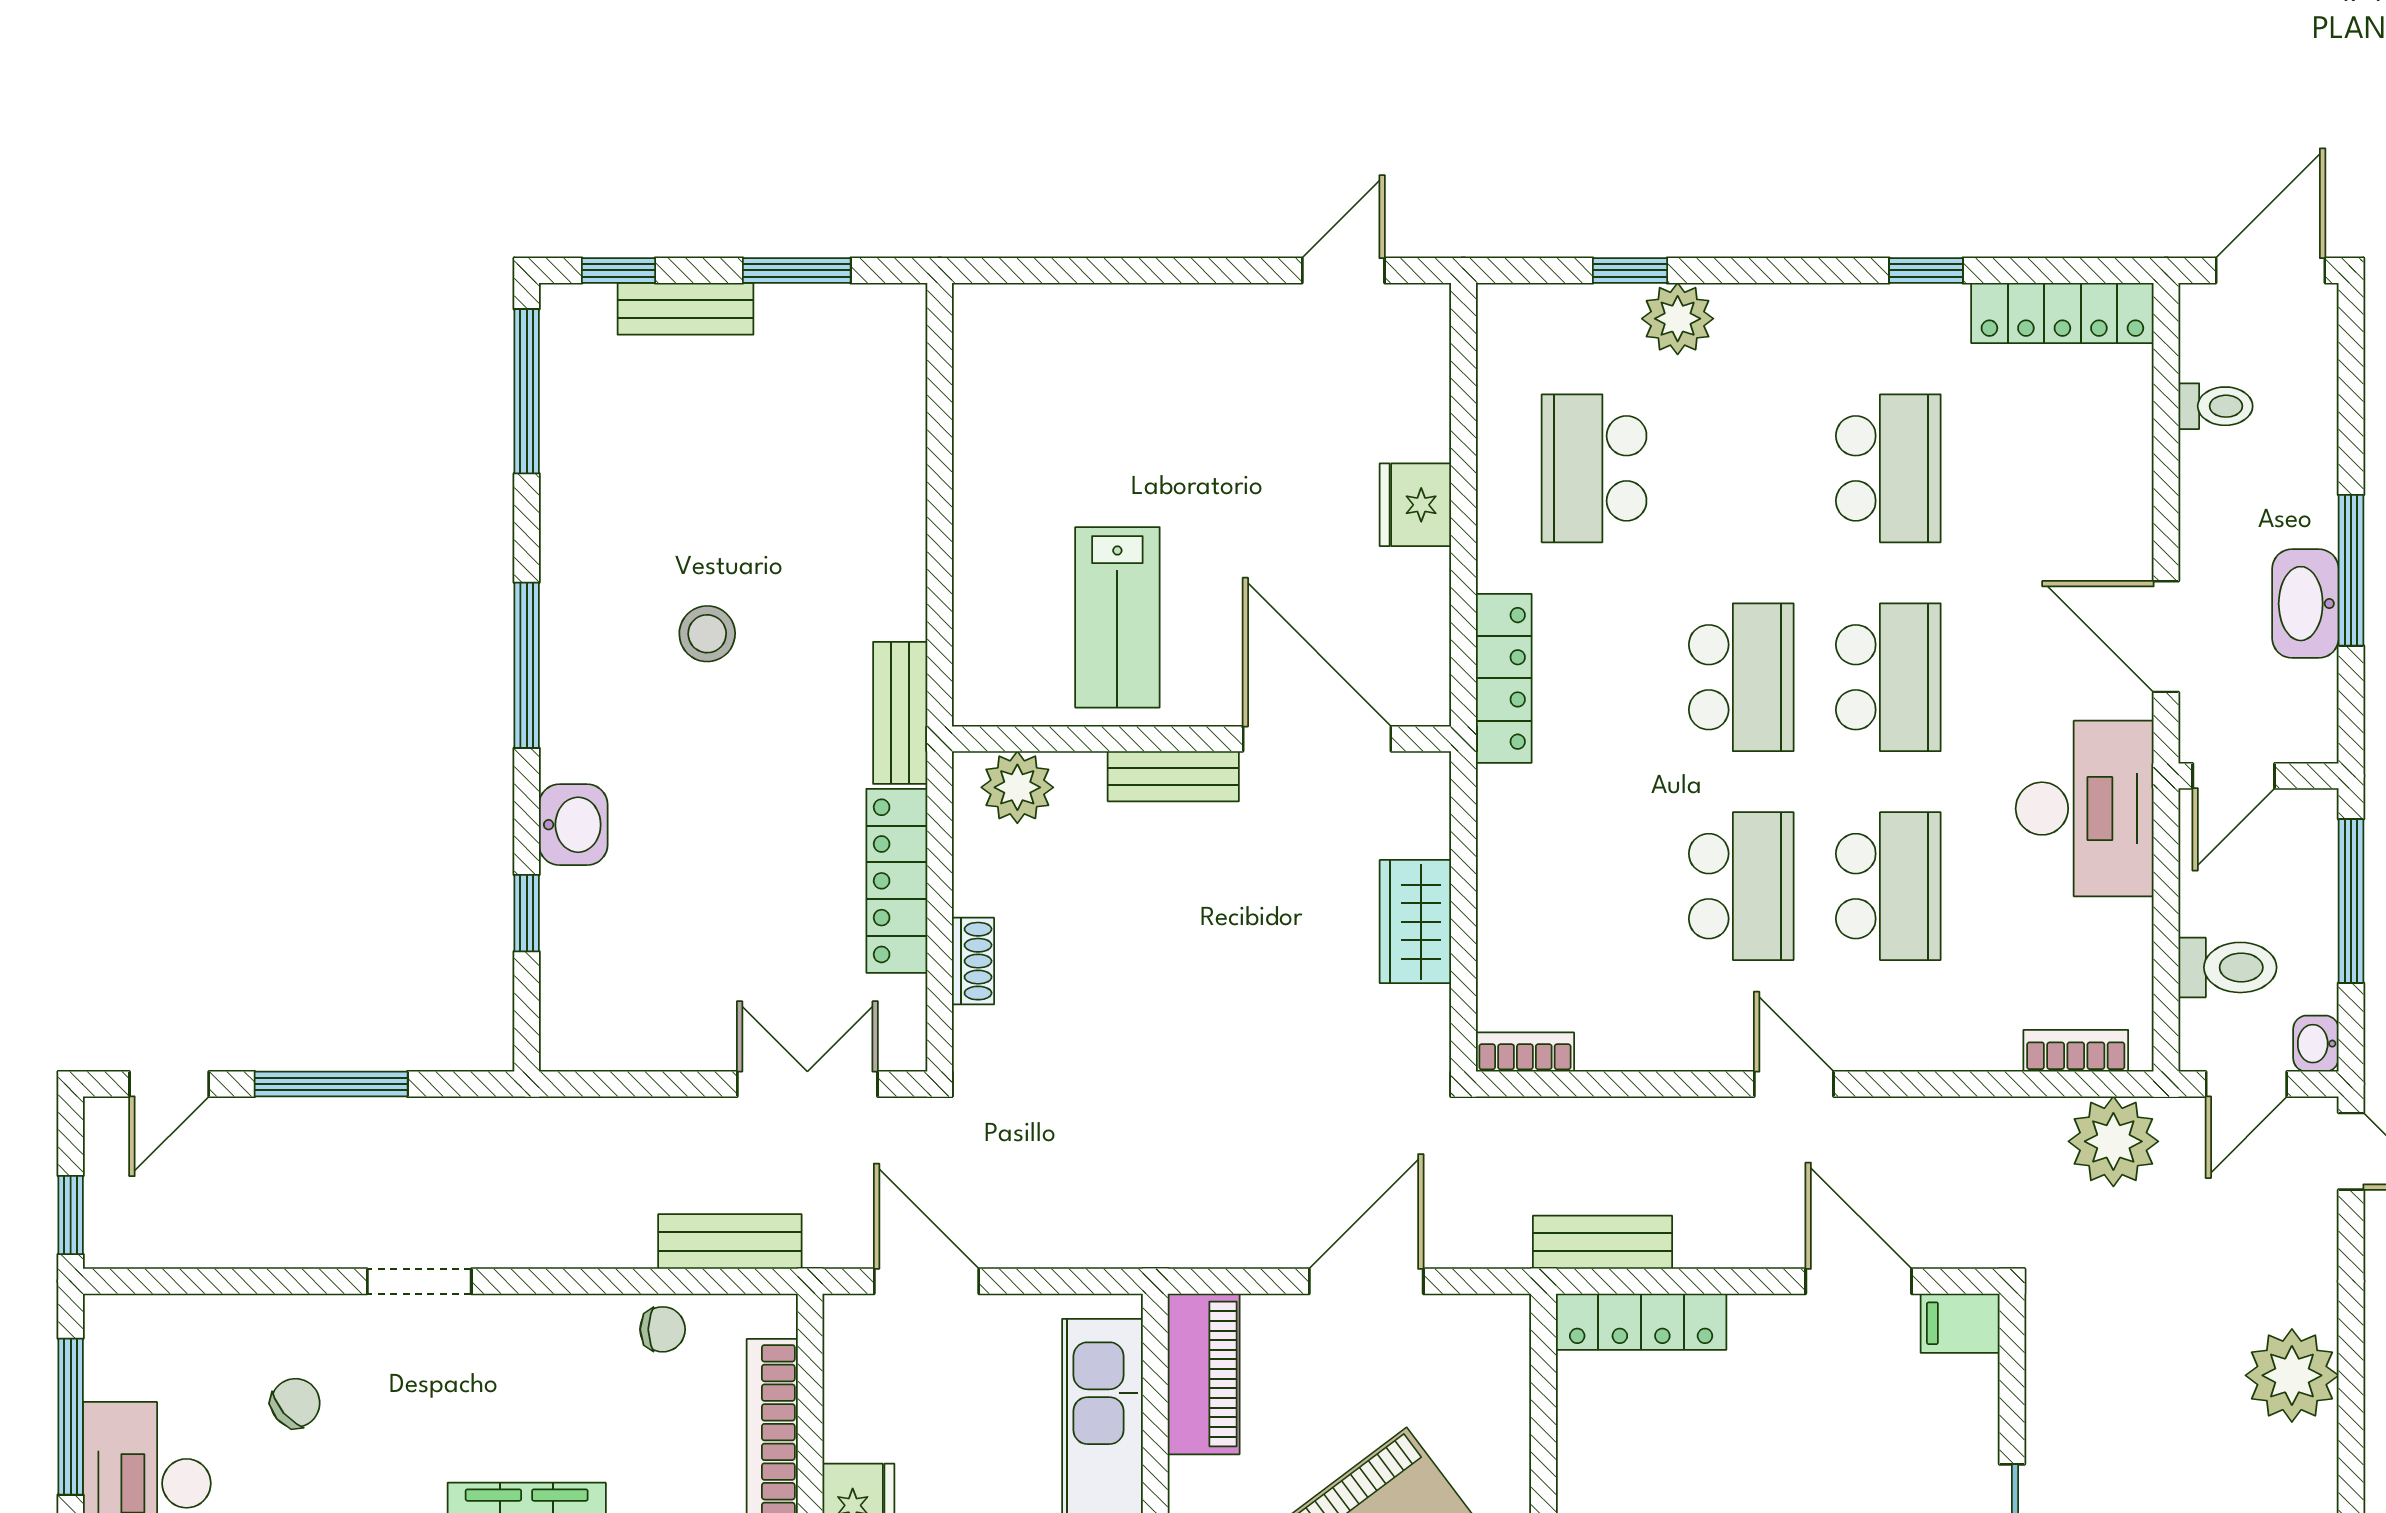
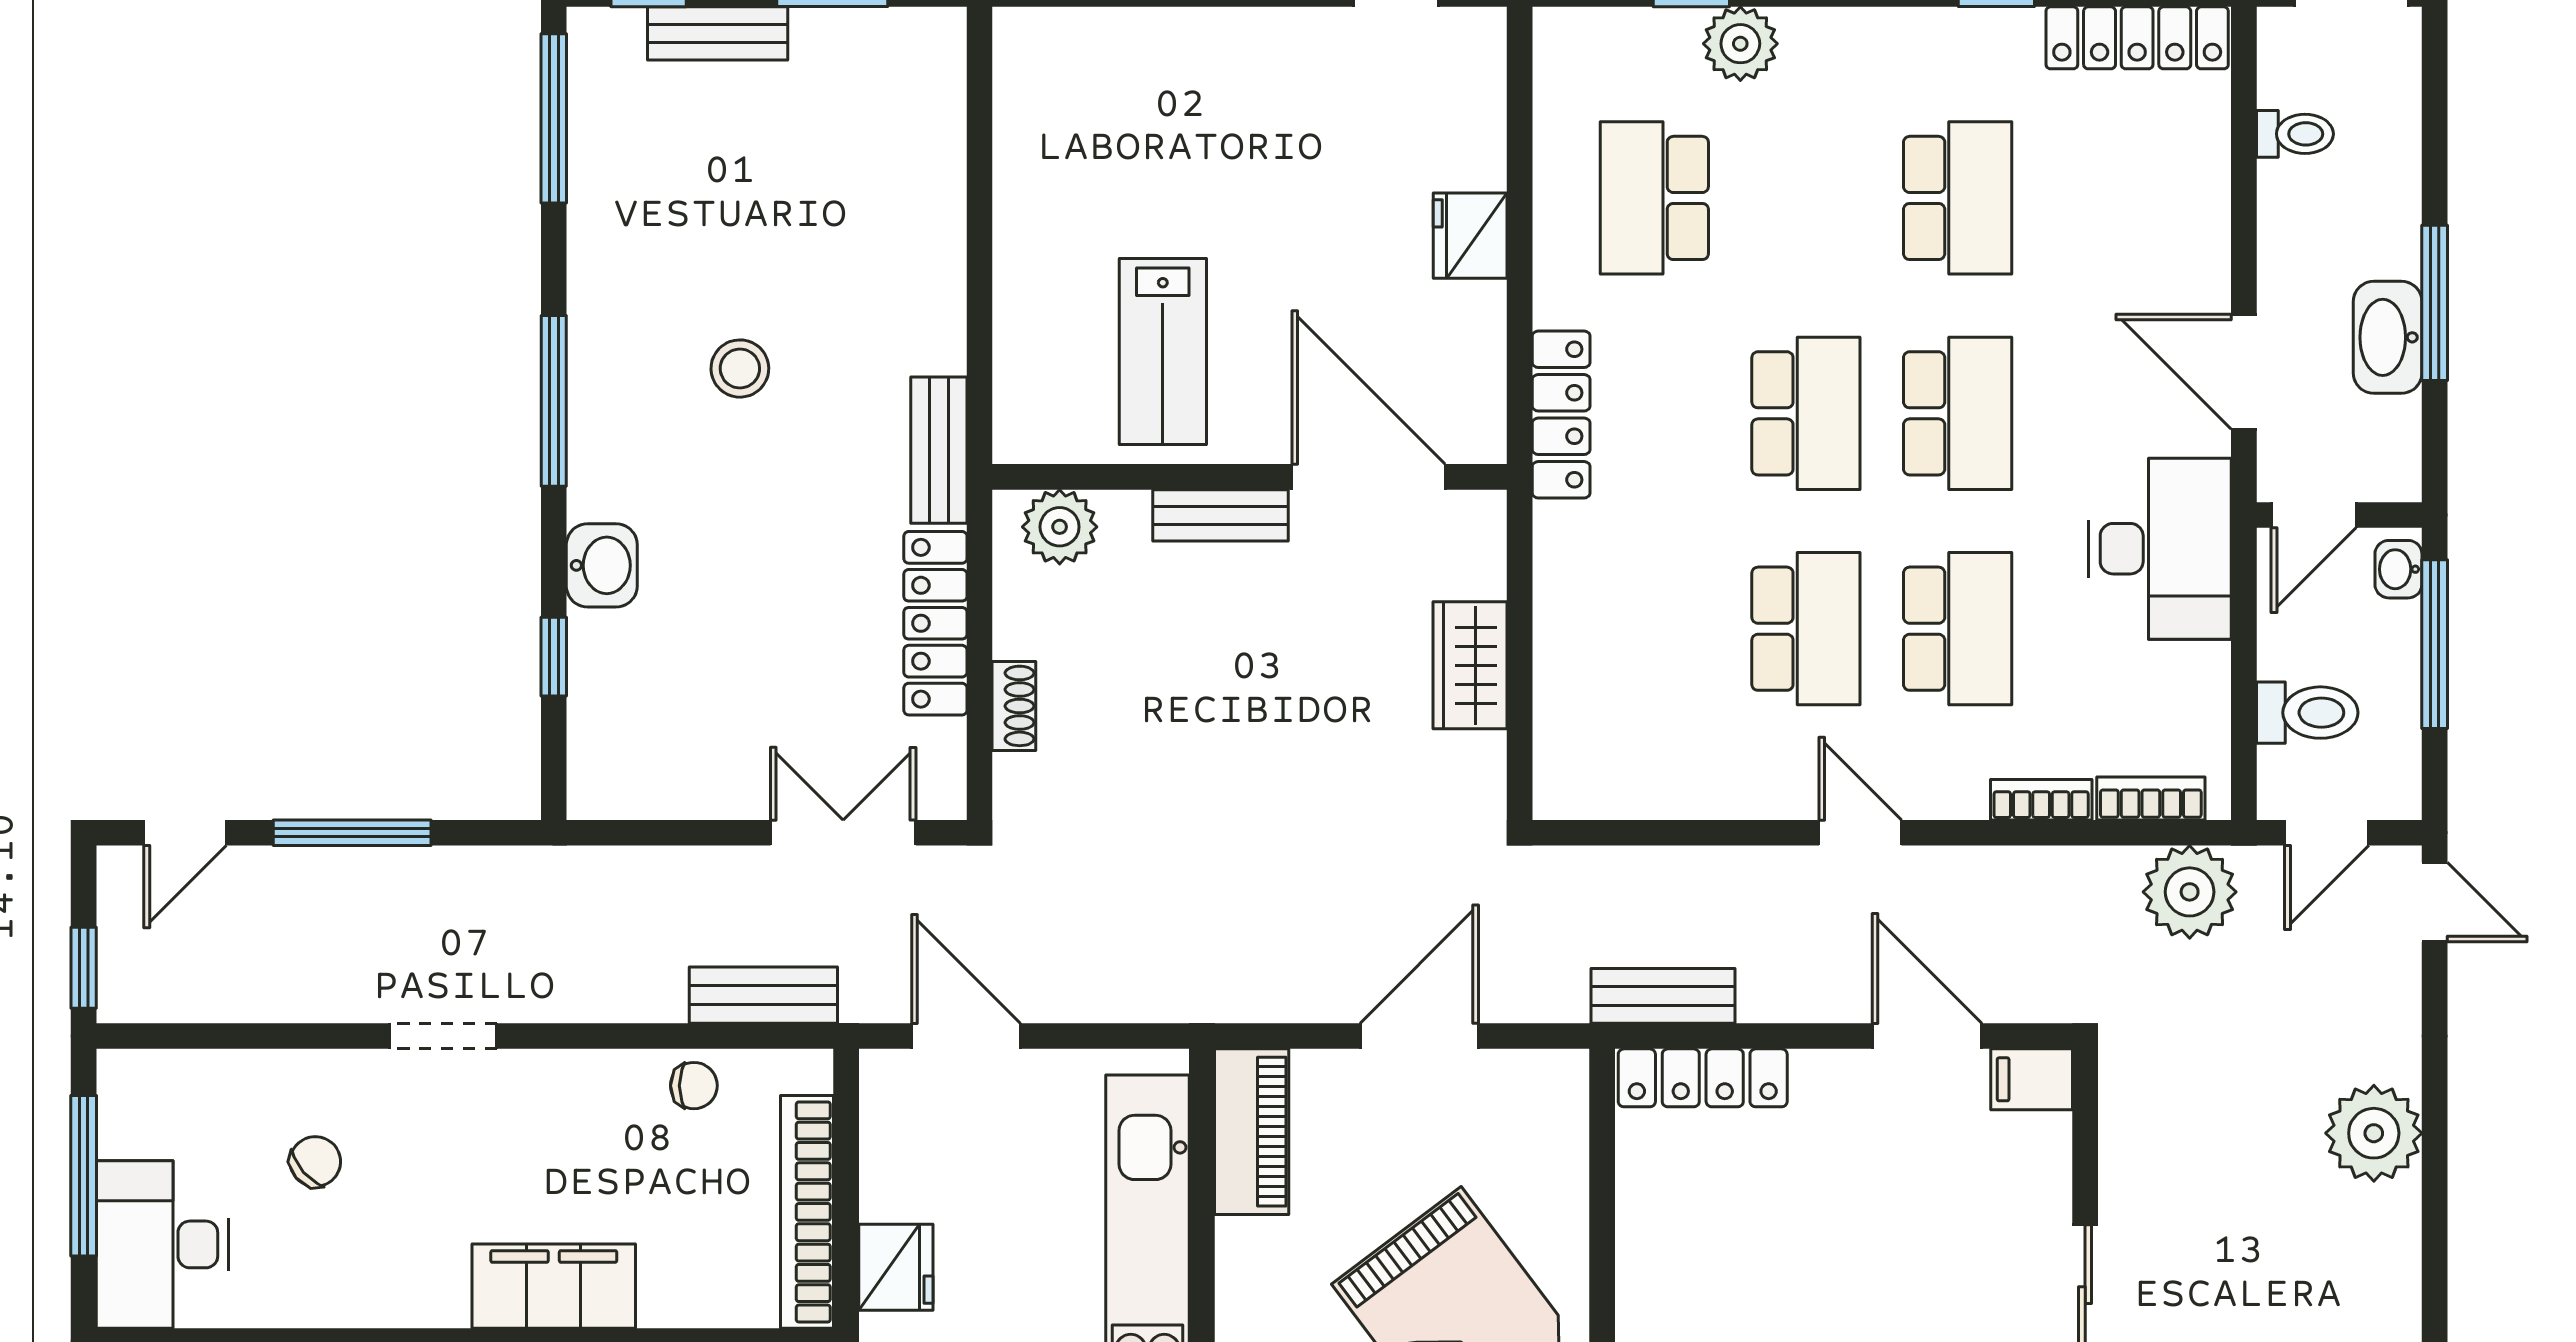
washbasin: (2316, 1044) -> (2398, 569), moved
bookcase: (1525, 1052) -> (2041, 800), moved

